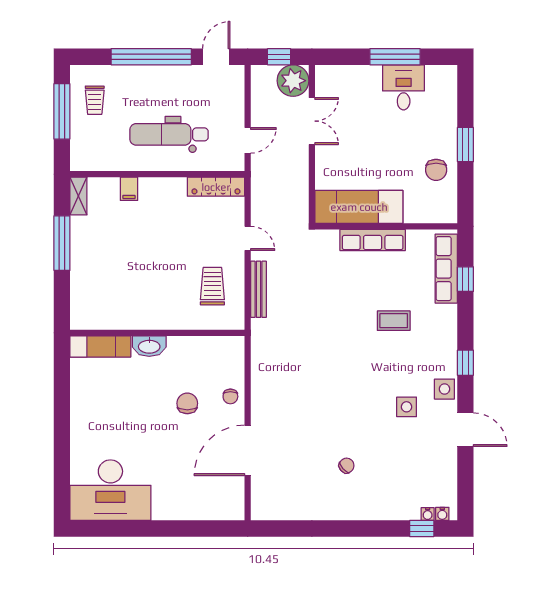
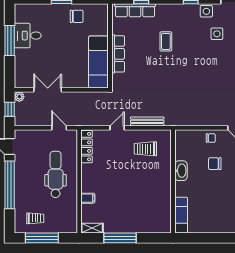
plant: (293, 81) -> (19, 97), width x0.53, depth x0.53
dental chair: (169, 134) -> (56, 174), turned 180
washbasin: (149, 346) -> (181, 171), moved

